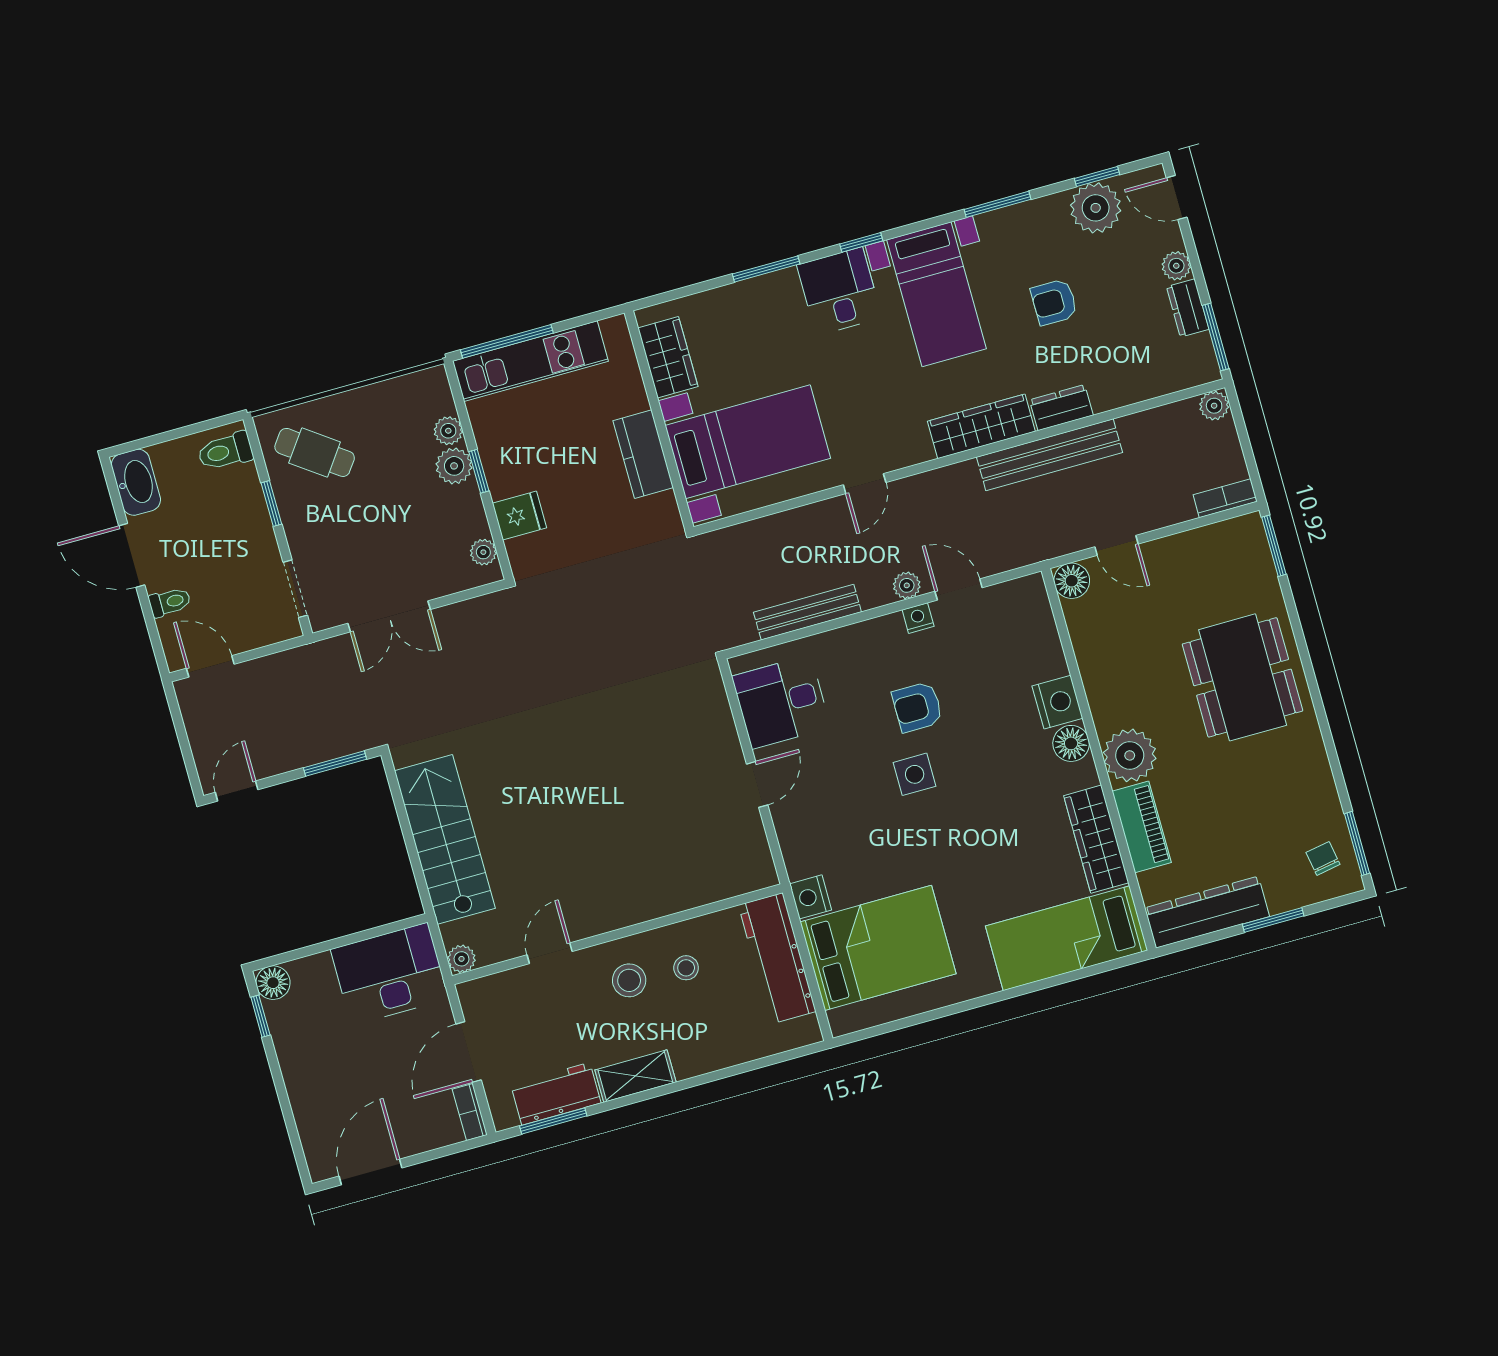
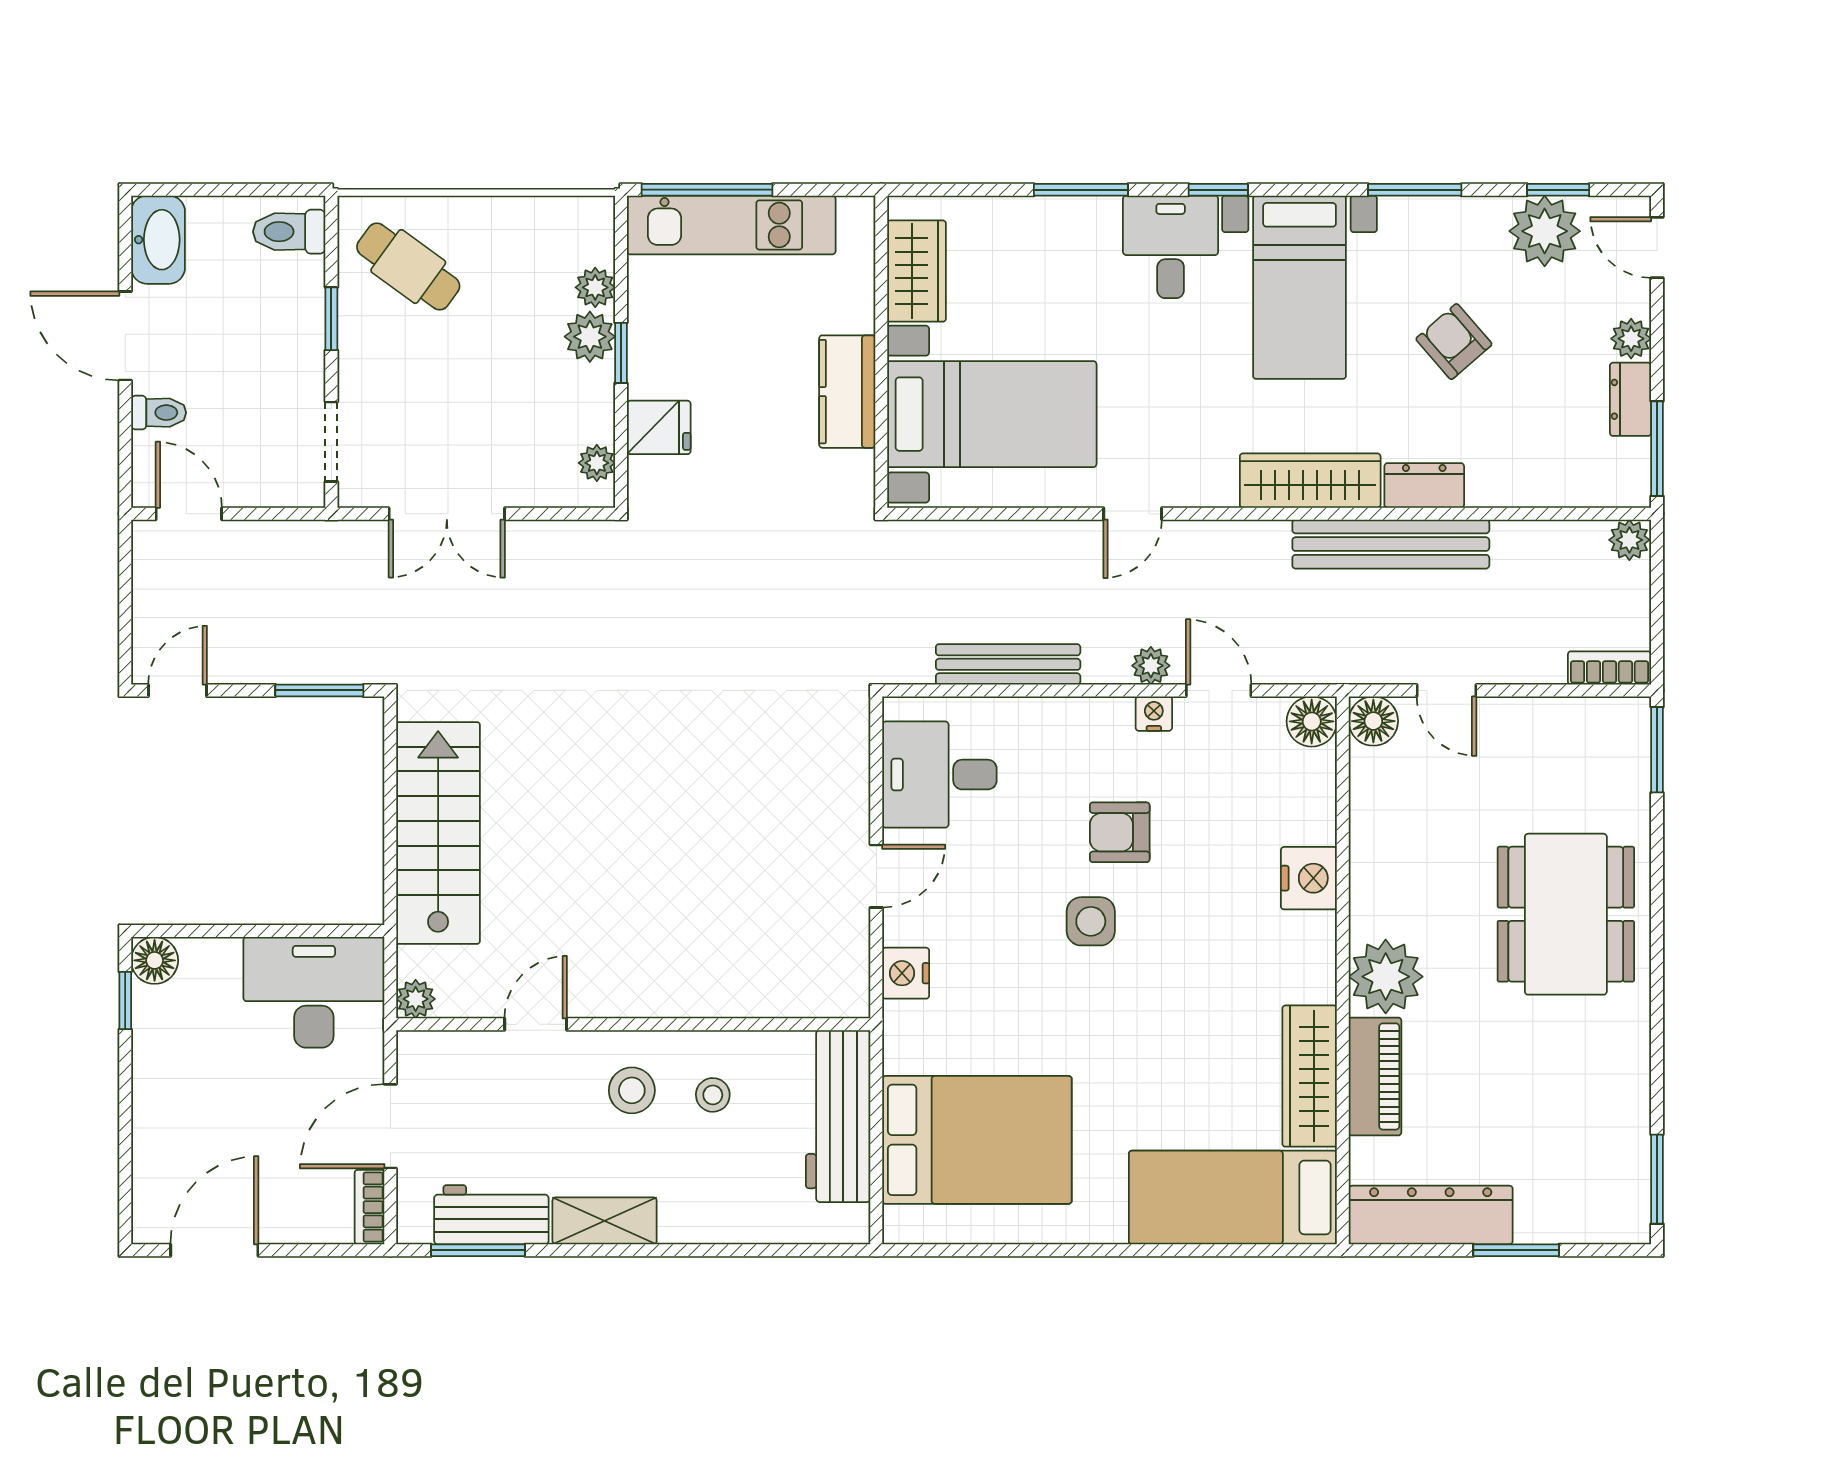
armchair: (1054, 302) -> (1454, 342), turned 49
floor lamp: (1071, 743) -> (1312, 721), moved
chair: (1323, 858) -> (1606, 1187), removed
nightstand: (810, 897) -> (906, 973), moved

